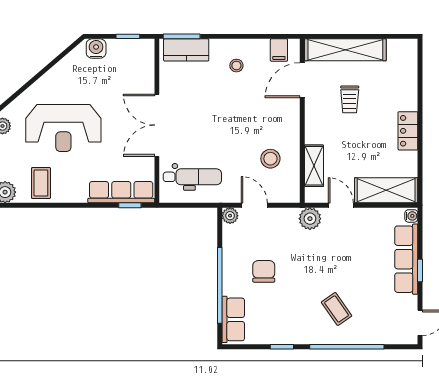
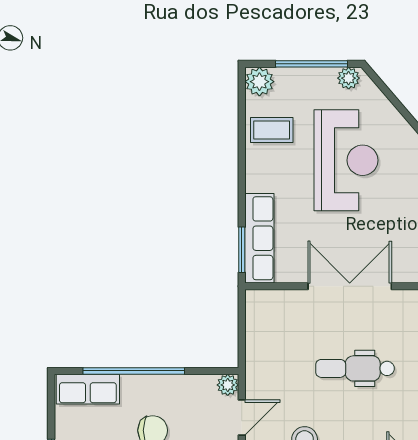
reception desk: (63, 128) -> (346, 160), turned 180
dental chair: (192, 177) -> (355, 368), moved, turned 90
window: (130, 205) -> (242, 250), width x1.50

